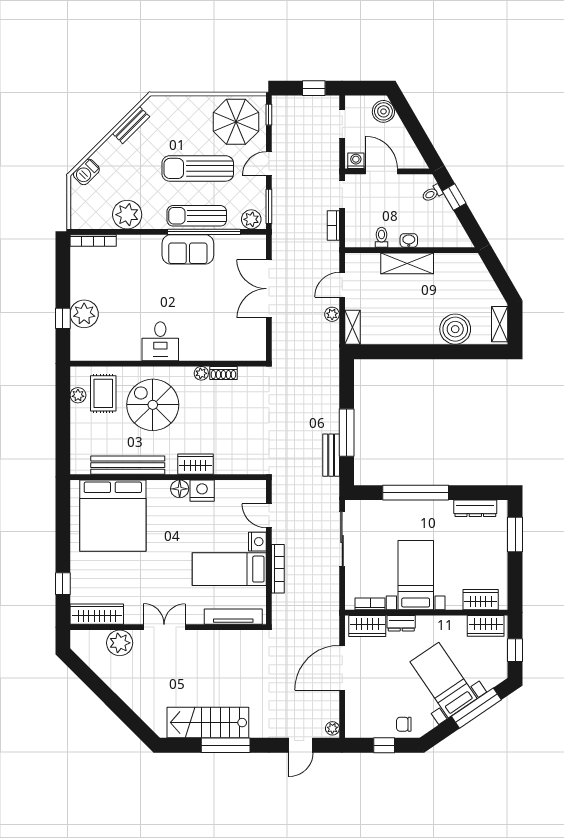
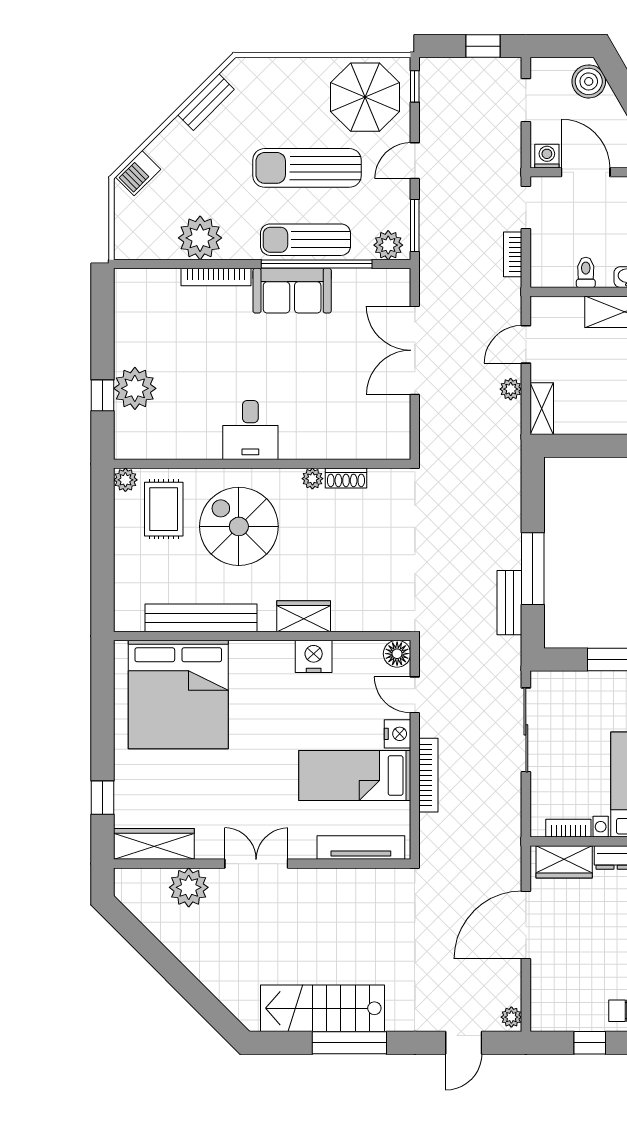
bookcase: (93, 240) -> (216, 277), moved
plant: (78, 395) -> (125, 480), moved
floor lamp: (180, 489) -> (397, 654), moved

